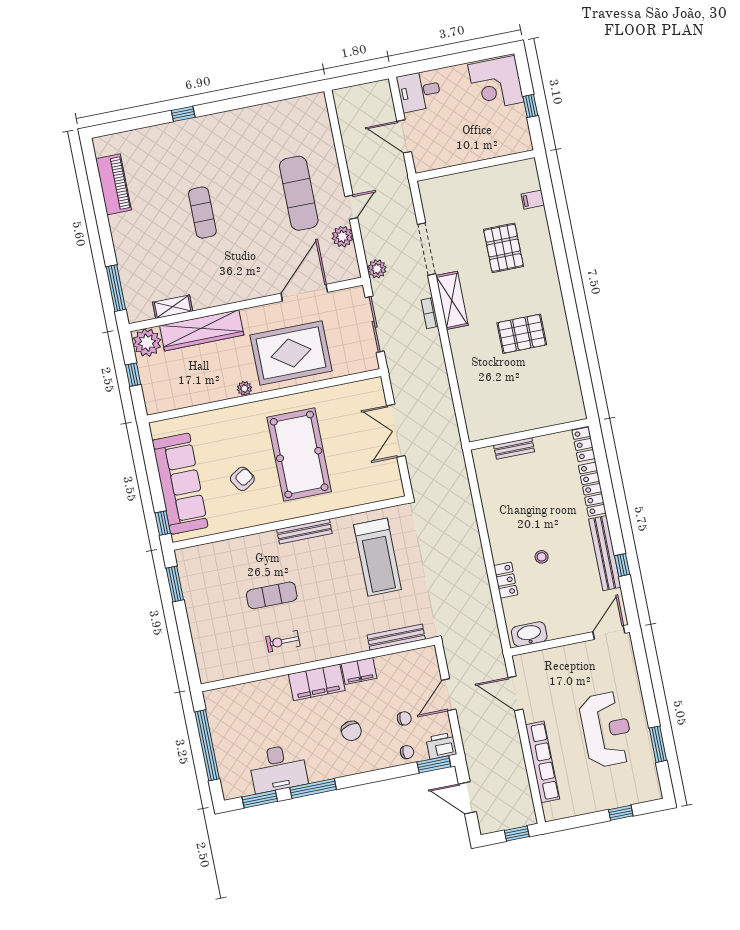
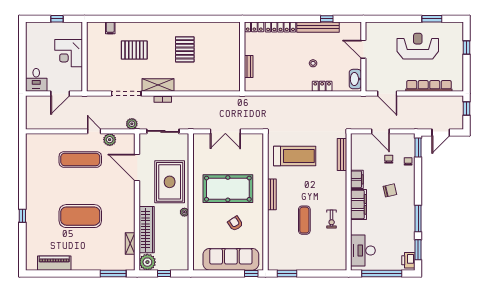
corner desk: (496, 83) -> (69, 53), moved, turned 90
exercise mat: (202, 213) -> (80, 216), width x2.00, depth x1.45
door: (609, 633) -> (363, 49), moved
door: (515, 693) -> (387, 93), hinge flipped
printer: (441, 746) -> (408, 260), moved
desk: (278, 768) -> (363, 251), moved, turned 180

